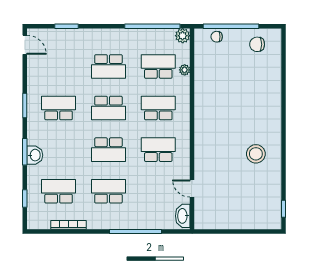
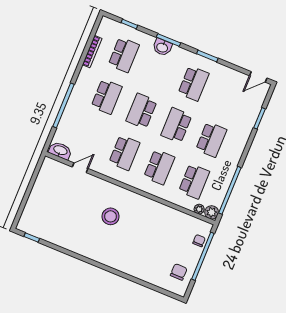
school desk: (108, 66) -> (211, 140), turned 180
plant: (185, 70) -> (199, 209), moved
stool: (256, 154) -> (111, 216), moved

